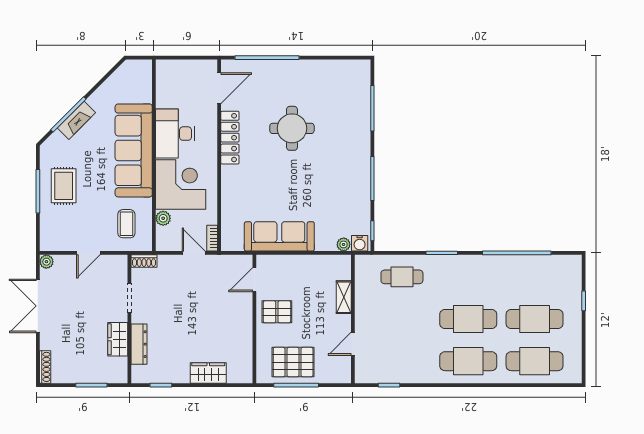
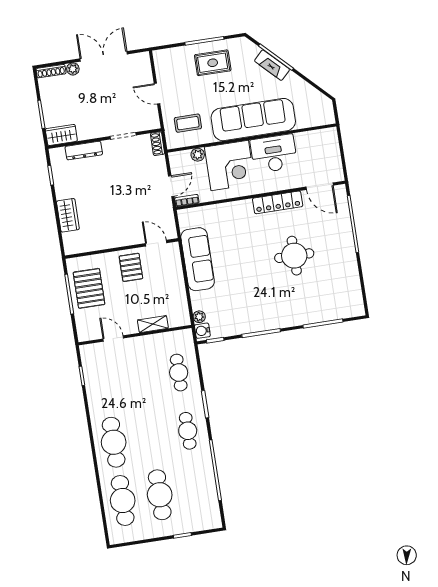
plant: (46, 262) -> (73, 69), moved
cafe table: (468, 319) -> (188, 431), moved, width x0.73, depth x0.74
wardrobe: (118, 339) -> (61, 135), moved

